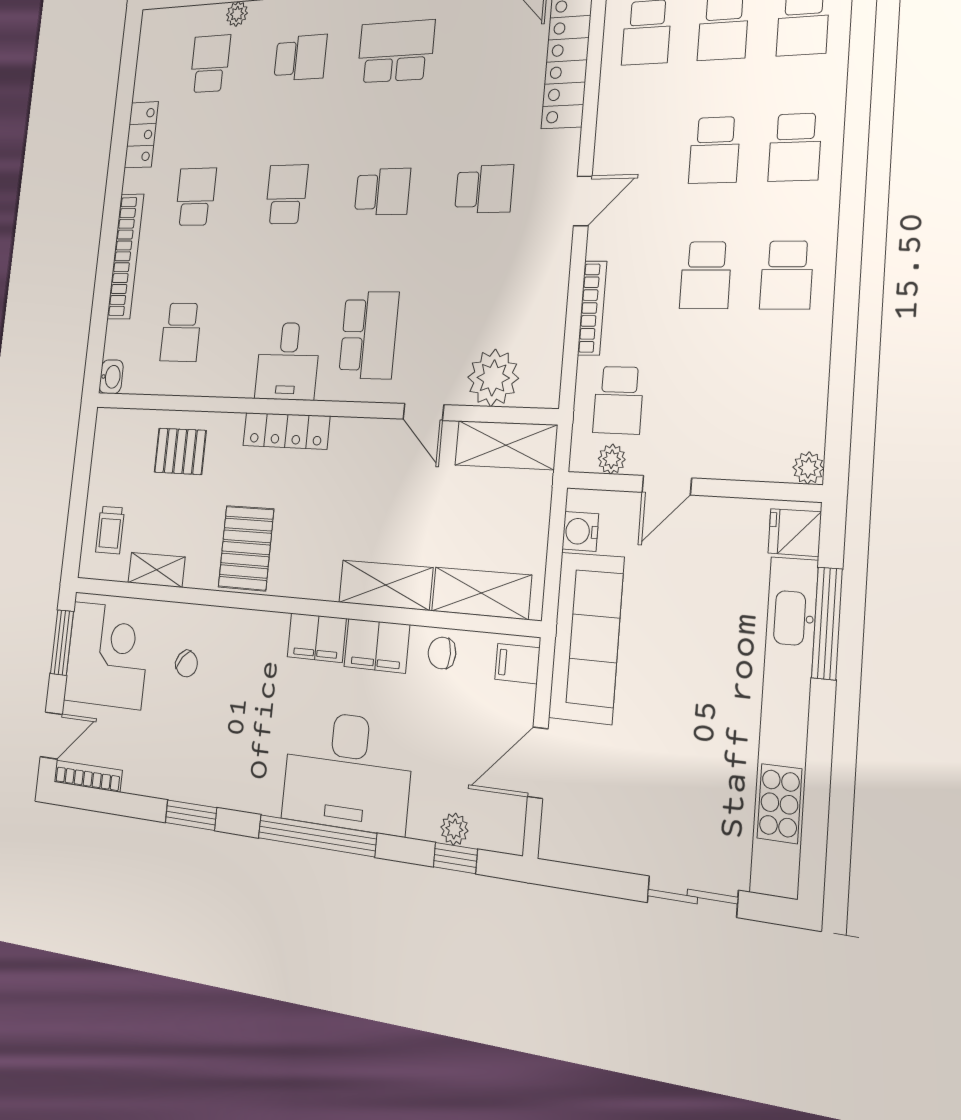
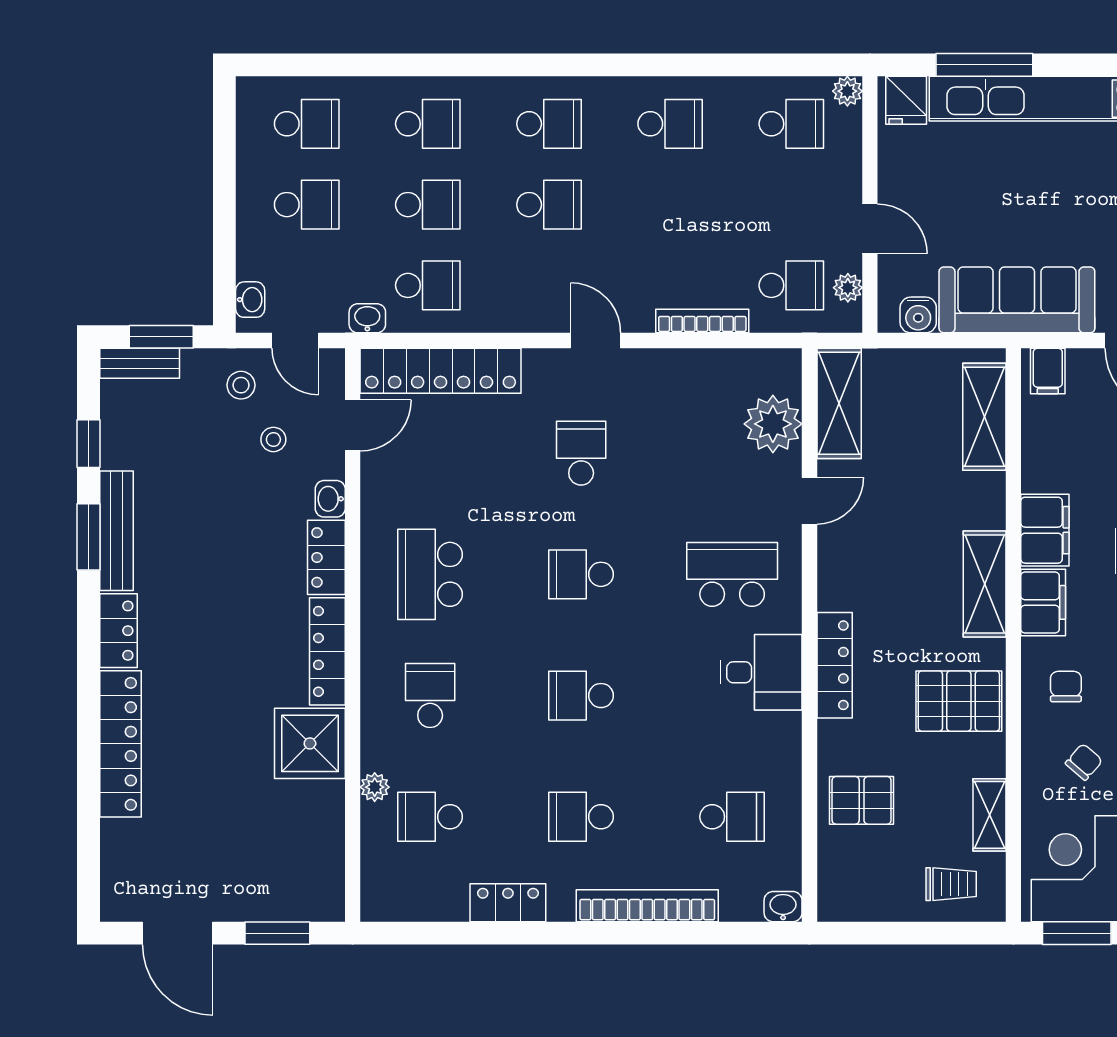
school desk: (382, 192) -> (581, 574), turned -90
school desk: (706, 275) -> (791, 124), moved
pallet: (180, 451) -> (862, 800), turned 90
shelving: (386, 585) -> (985, 584), moved
chair: (442, 653) -> (1066, 687), moved, turned 180

